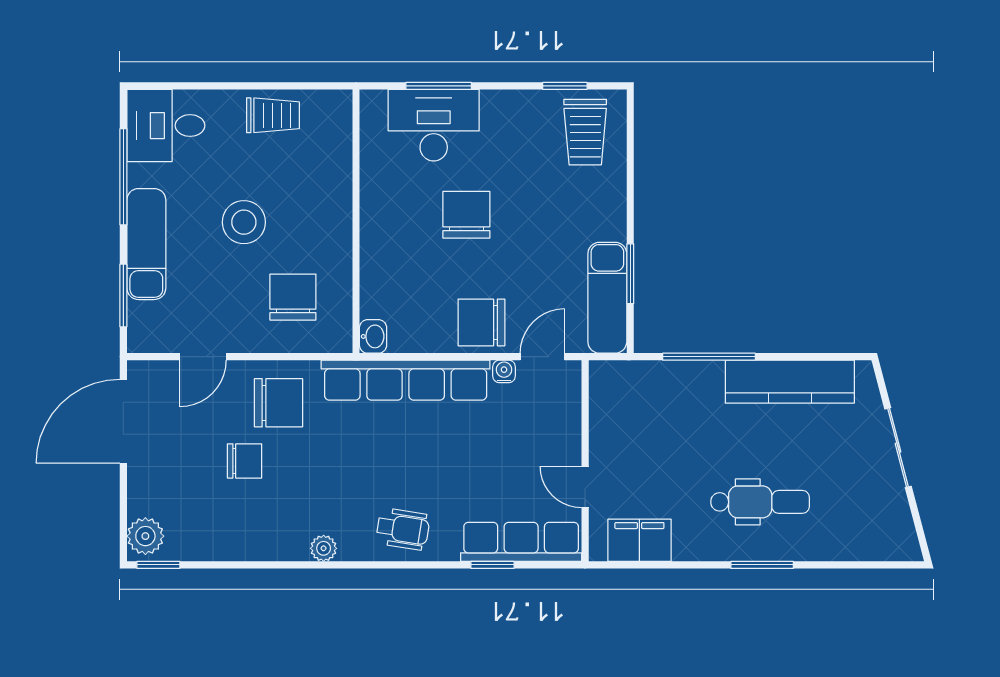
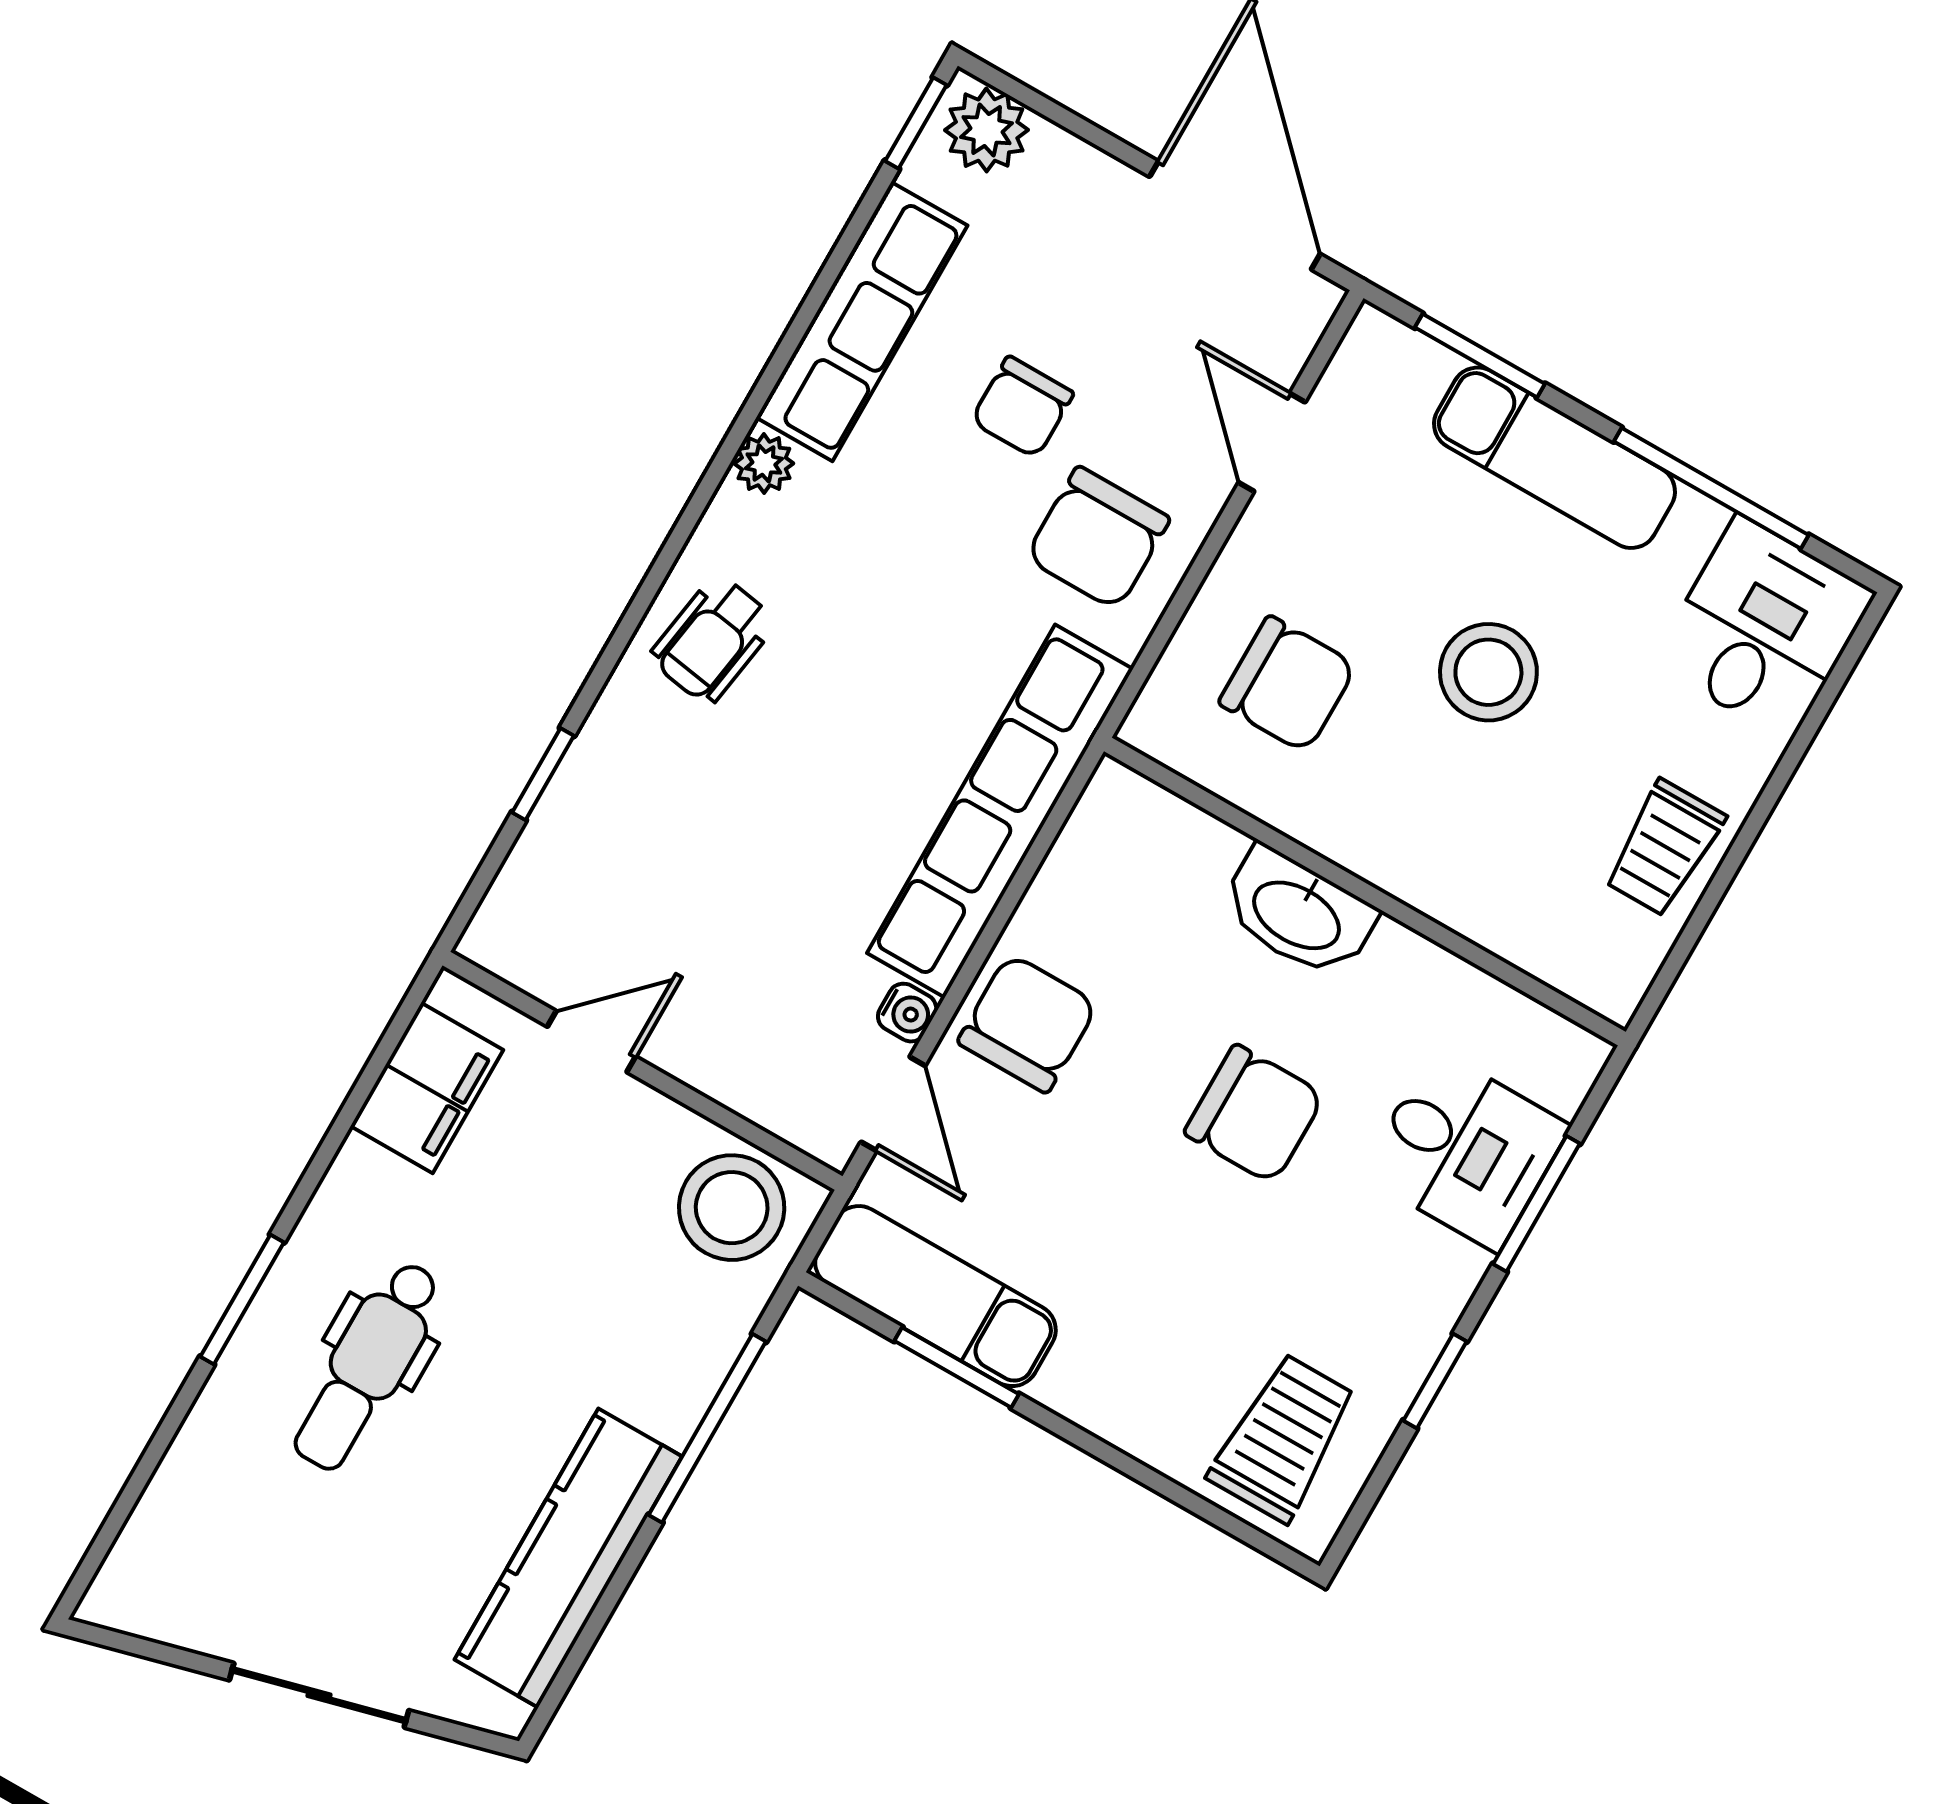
window: (565, 86) -> (1435, 1381), moved
desk: (434, 125) -> (1466, 1150), width x0.73
trolley: (585, 132) -> (1283, 1438), turned 90
washbasin: (373, 336) -> (1298, 913), moved, width x1.91, depth x1.45
stool: (618, 396) -> (732, 1208), added
row of seats: (521, 542) -> (862, 322), moved

